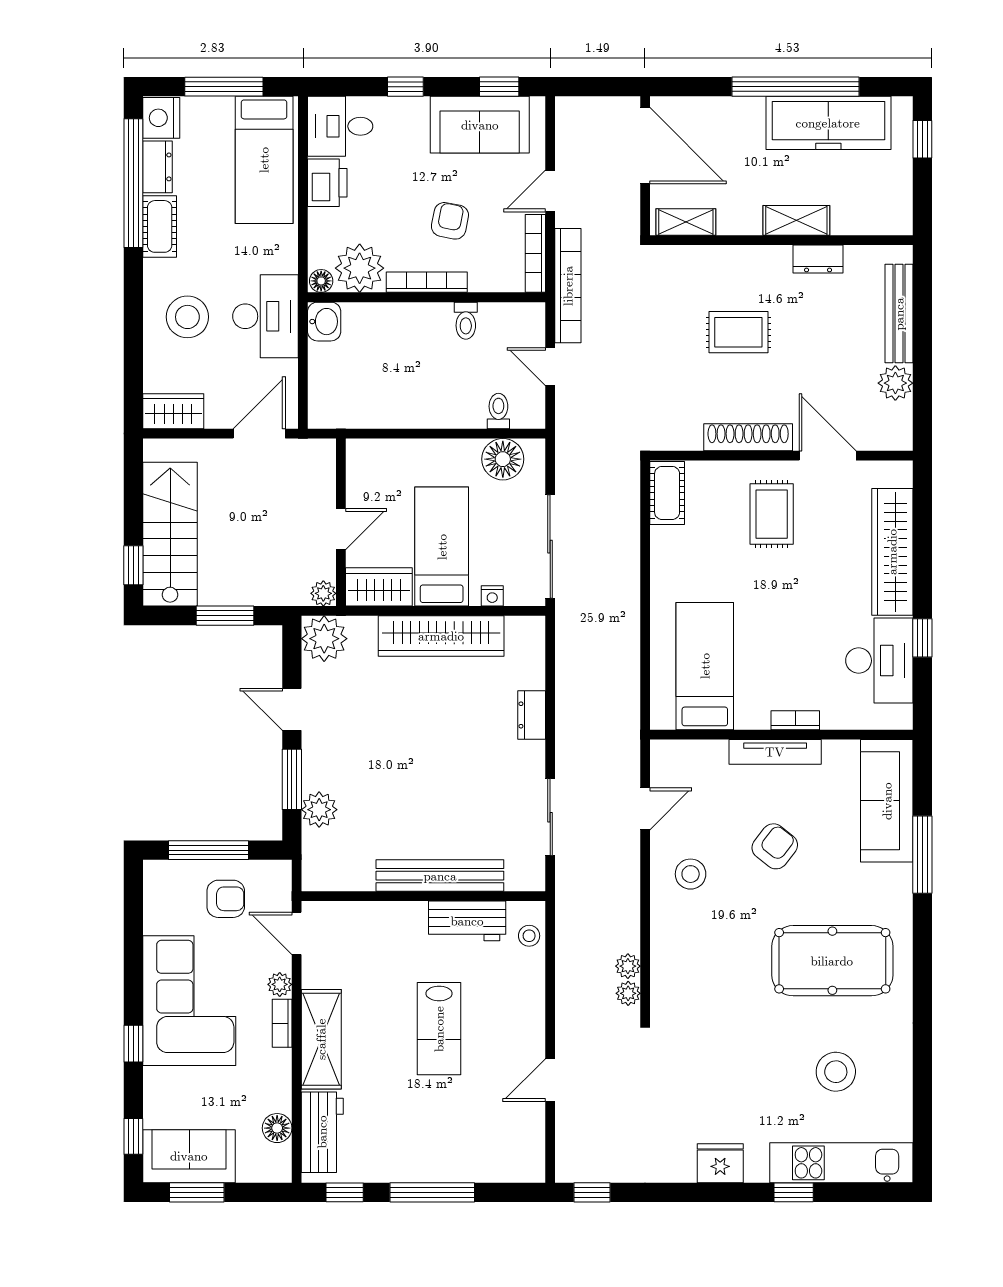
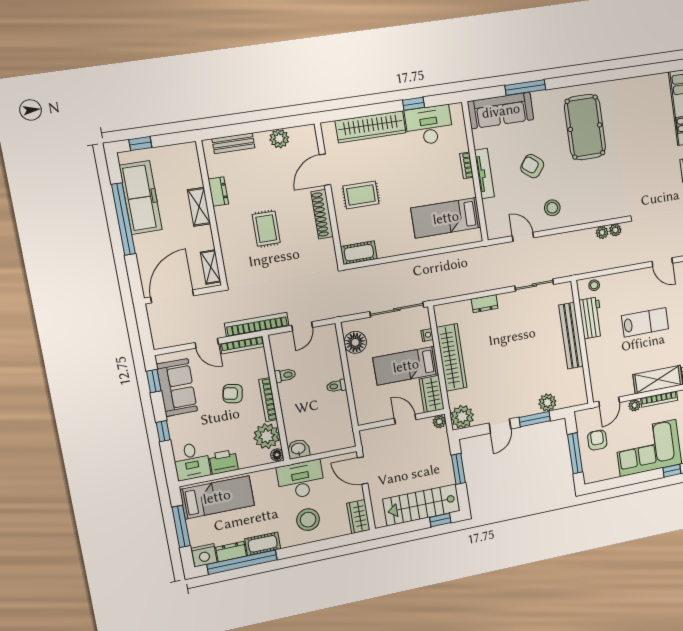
bench: (899, 314) -> (233, 143), width x0.73
toilet: (498, 411) -> (336, 386), moved
bookcase: (282, 1023) -> (659, 399), width x1.56
stool: (836, 1072) -> (639, 117), removed

